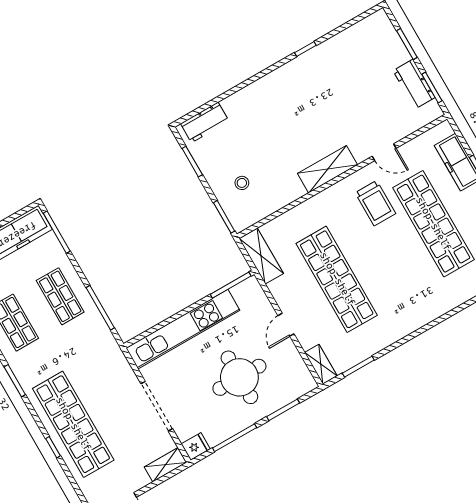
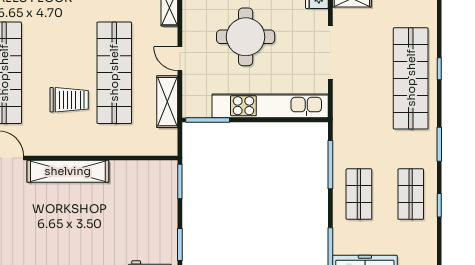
shelving: (328, 169) -> (68, 171), width x1.47
stool: (242, 183) -> (148, 202), removed
trolley: (375, 203) -> (69, 100), moved, turned 90
shelving: (261, 256) -> (167, 102), moved
door: (286, 325) -> (180, 59), swing flipped

